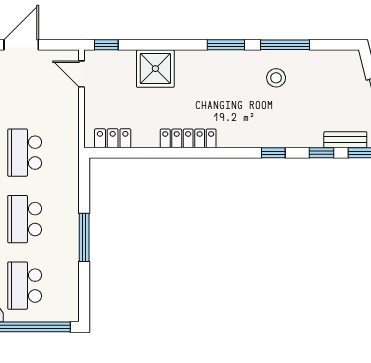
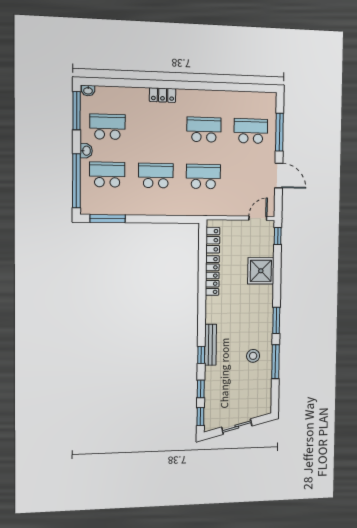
locker: (188, 138) -> (212, 276), moved
bench: (345, 140) -> (210, 345), moved, width x1.36
window: (84, 237) -> (108, 219), moved

